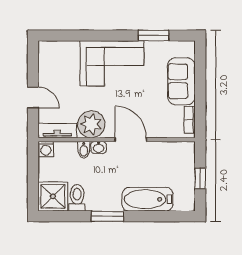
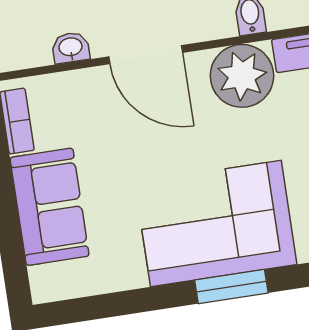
window: (154, 35) -> (231, 287), moved
washbasin: (99, 147) -> (71, 48), moved

